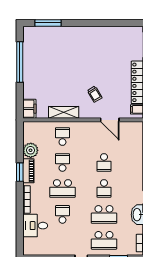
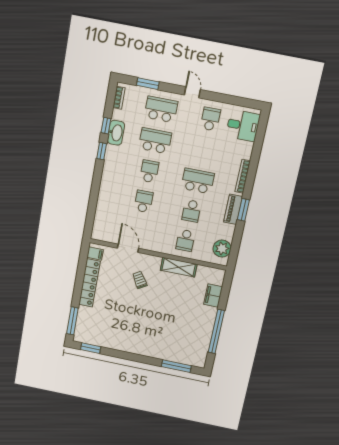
window: (126, 23) -> (91, 348), added
filing cabinet: (29, 109) -> (213, 296), moved
plant: (31, 150) -> (222, 249), moved
school desk: (62, 214) -> (210, 119), moved, turned 180
desk: (35, 226) -> (243, 126), moved

